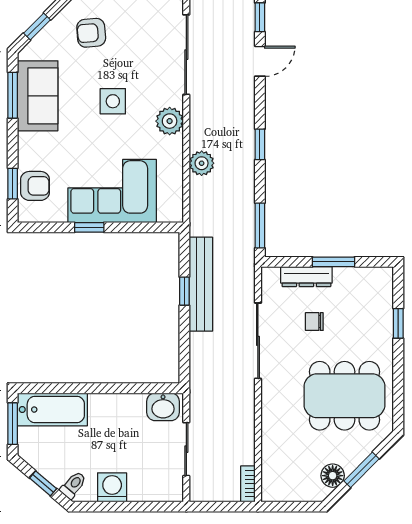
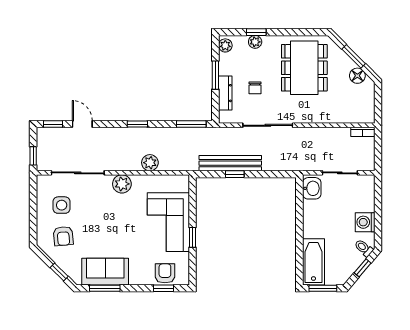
side table: (113, 101) -> (62, 205), moved
plant: (378, 277) -> (225, 45), added
plant: (384, 322) -> (255, 42), added

